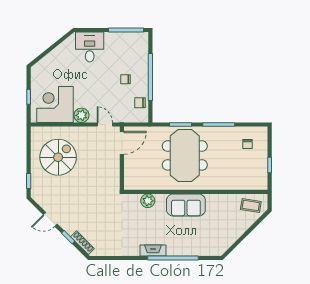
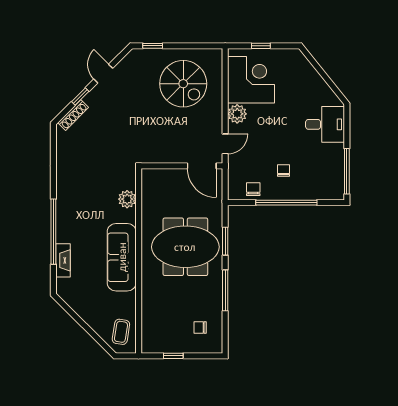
sofa: (186, 205) -> (122, 257), width x1.36
fireplace: (153, 251) -> (63, 260), moved

